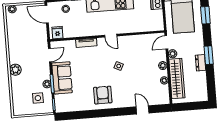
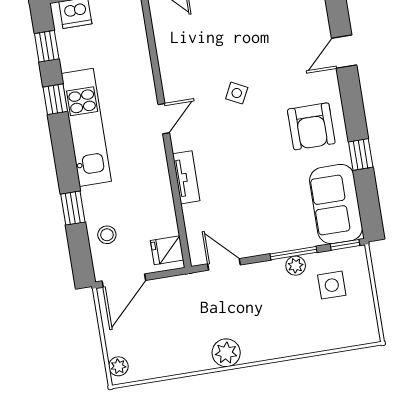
plant: (15, 70) -> (226, 353), moved
sofa: (62, 78) -> (336, 204), moved, turned -90
armchair: (103, 95) -> (311, 126), turned -90
door: (143, 110) -> (344, 52), moved
window: (90, 114) -> (361, 155), added

